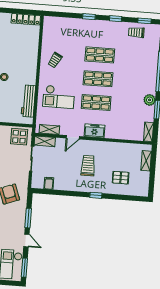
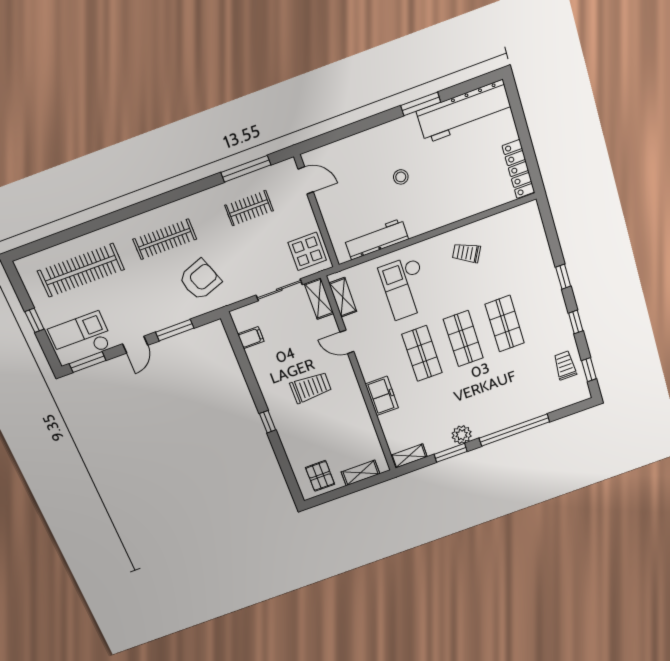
freezer: (95, 131) -> (382, 396), moved
pallet: (121, 178) -> (320, 476), moved

